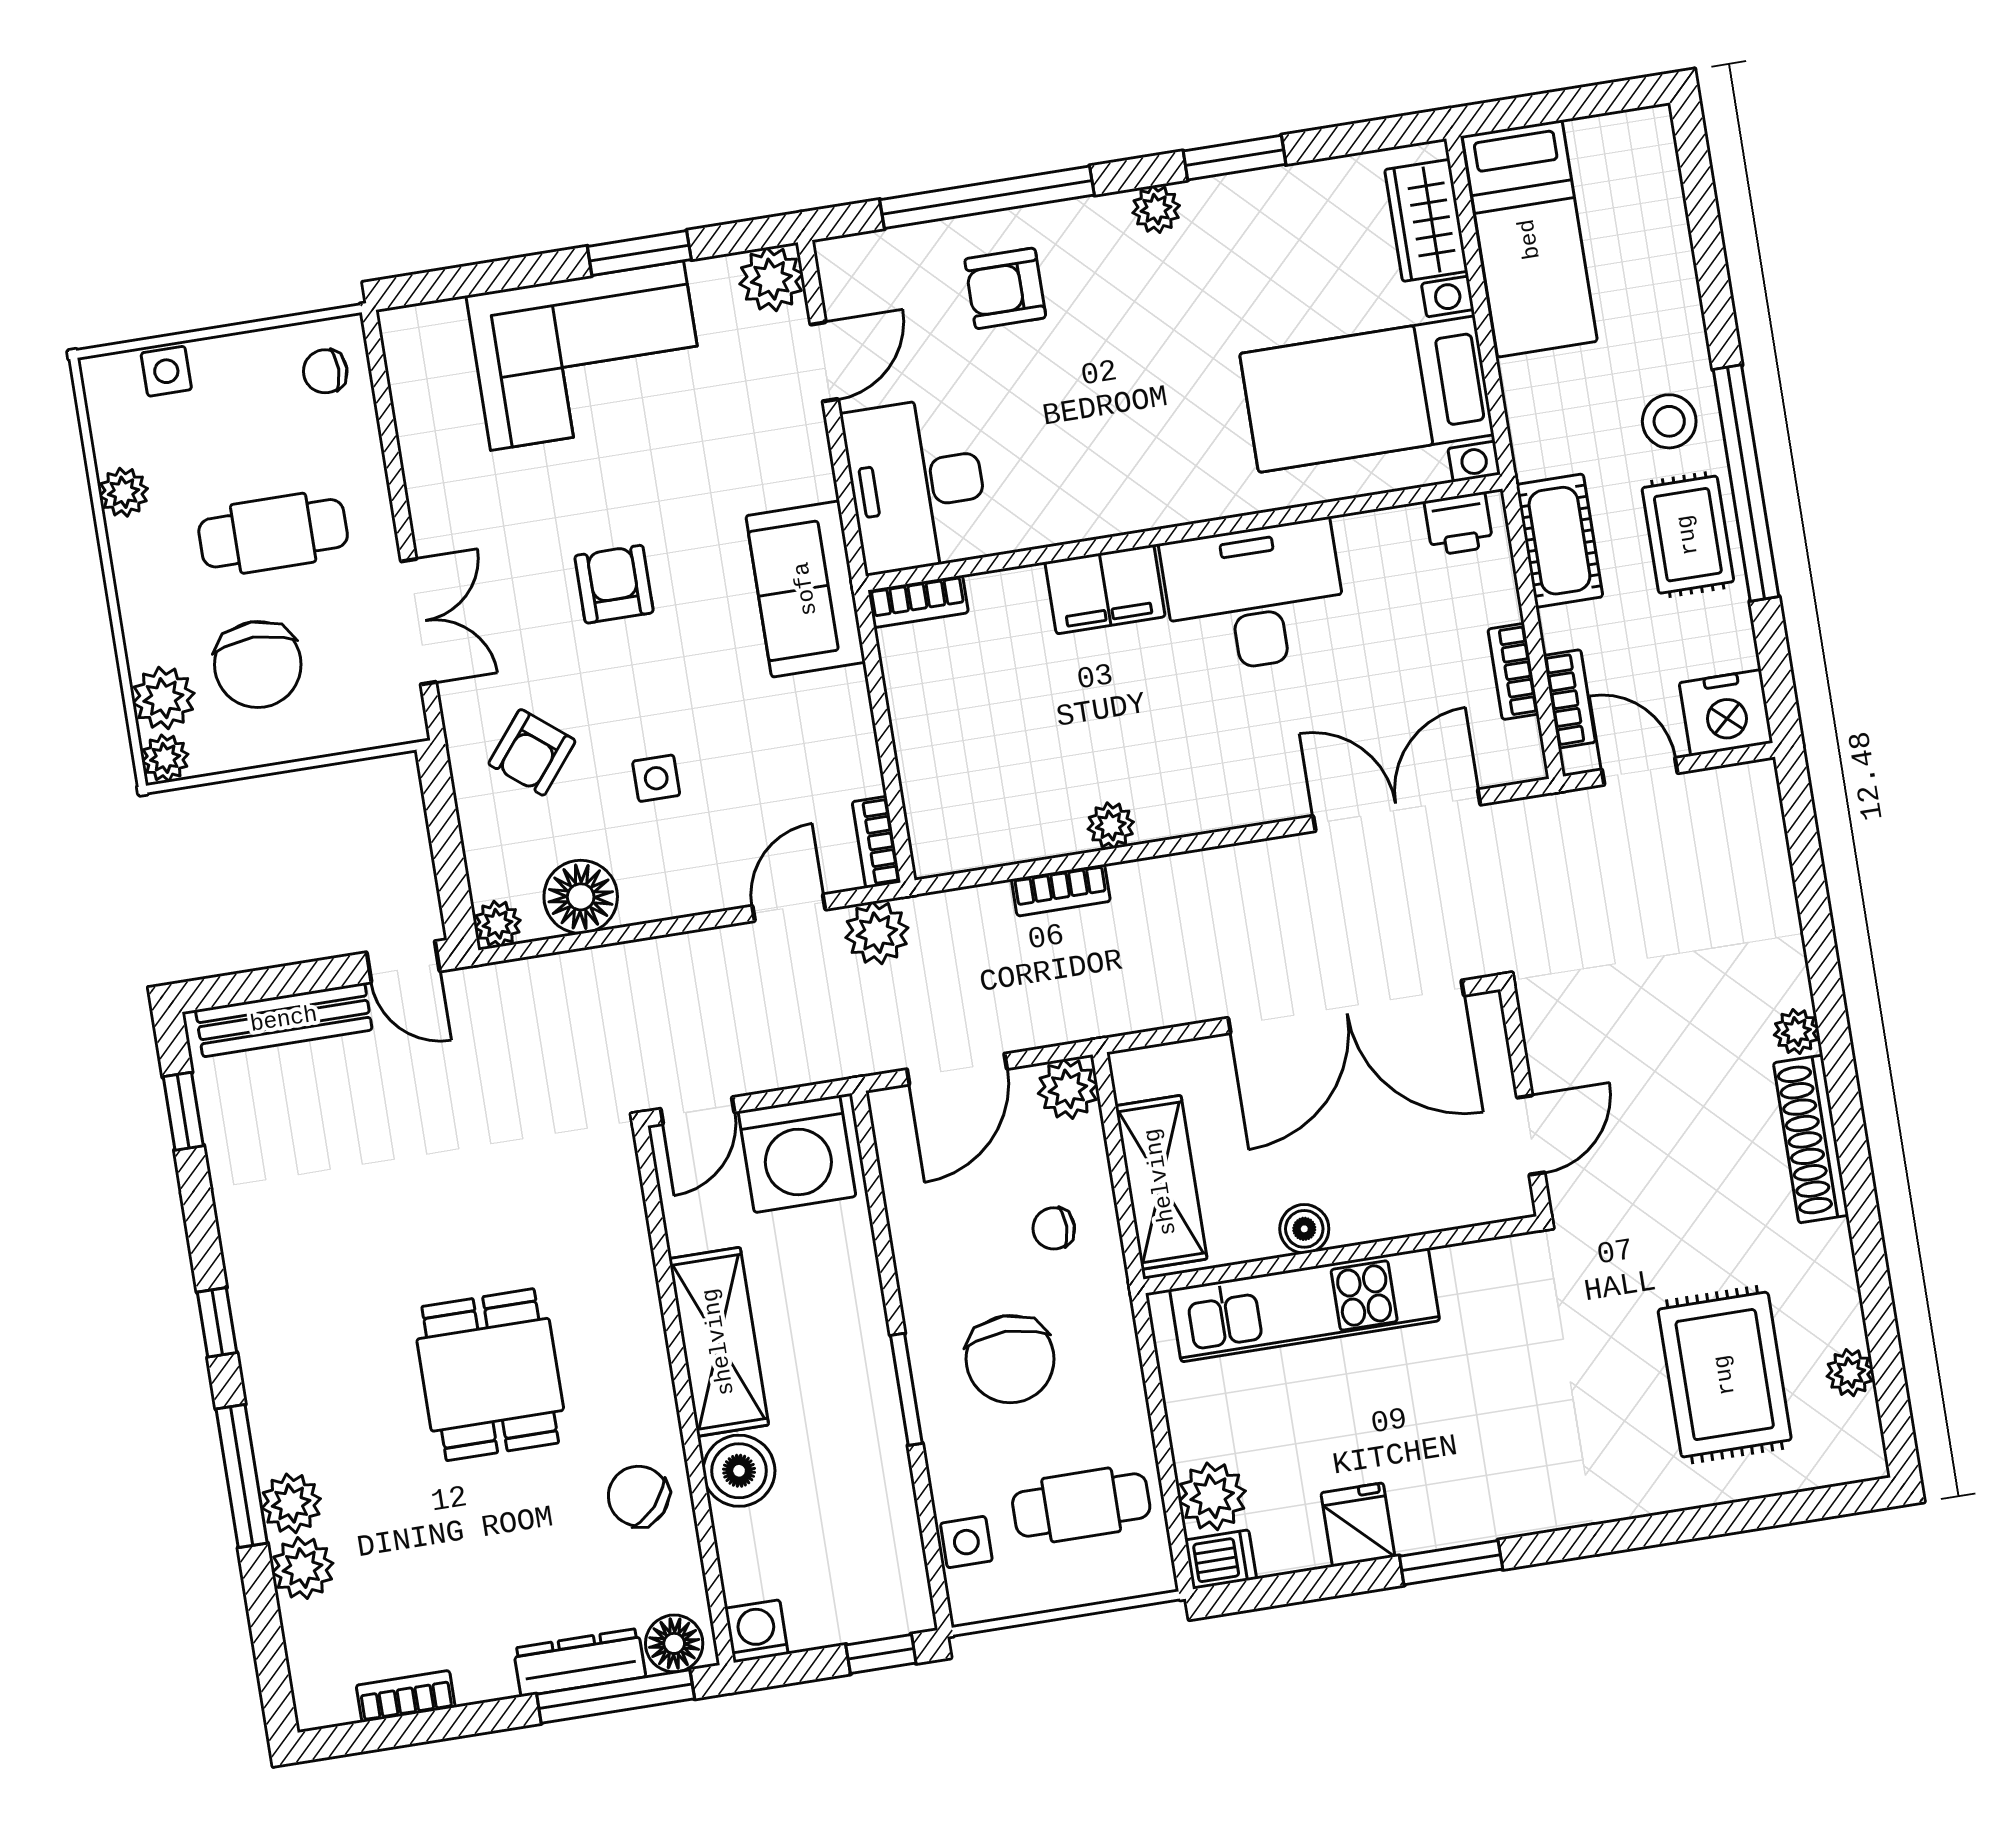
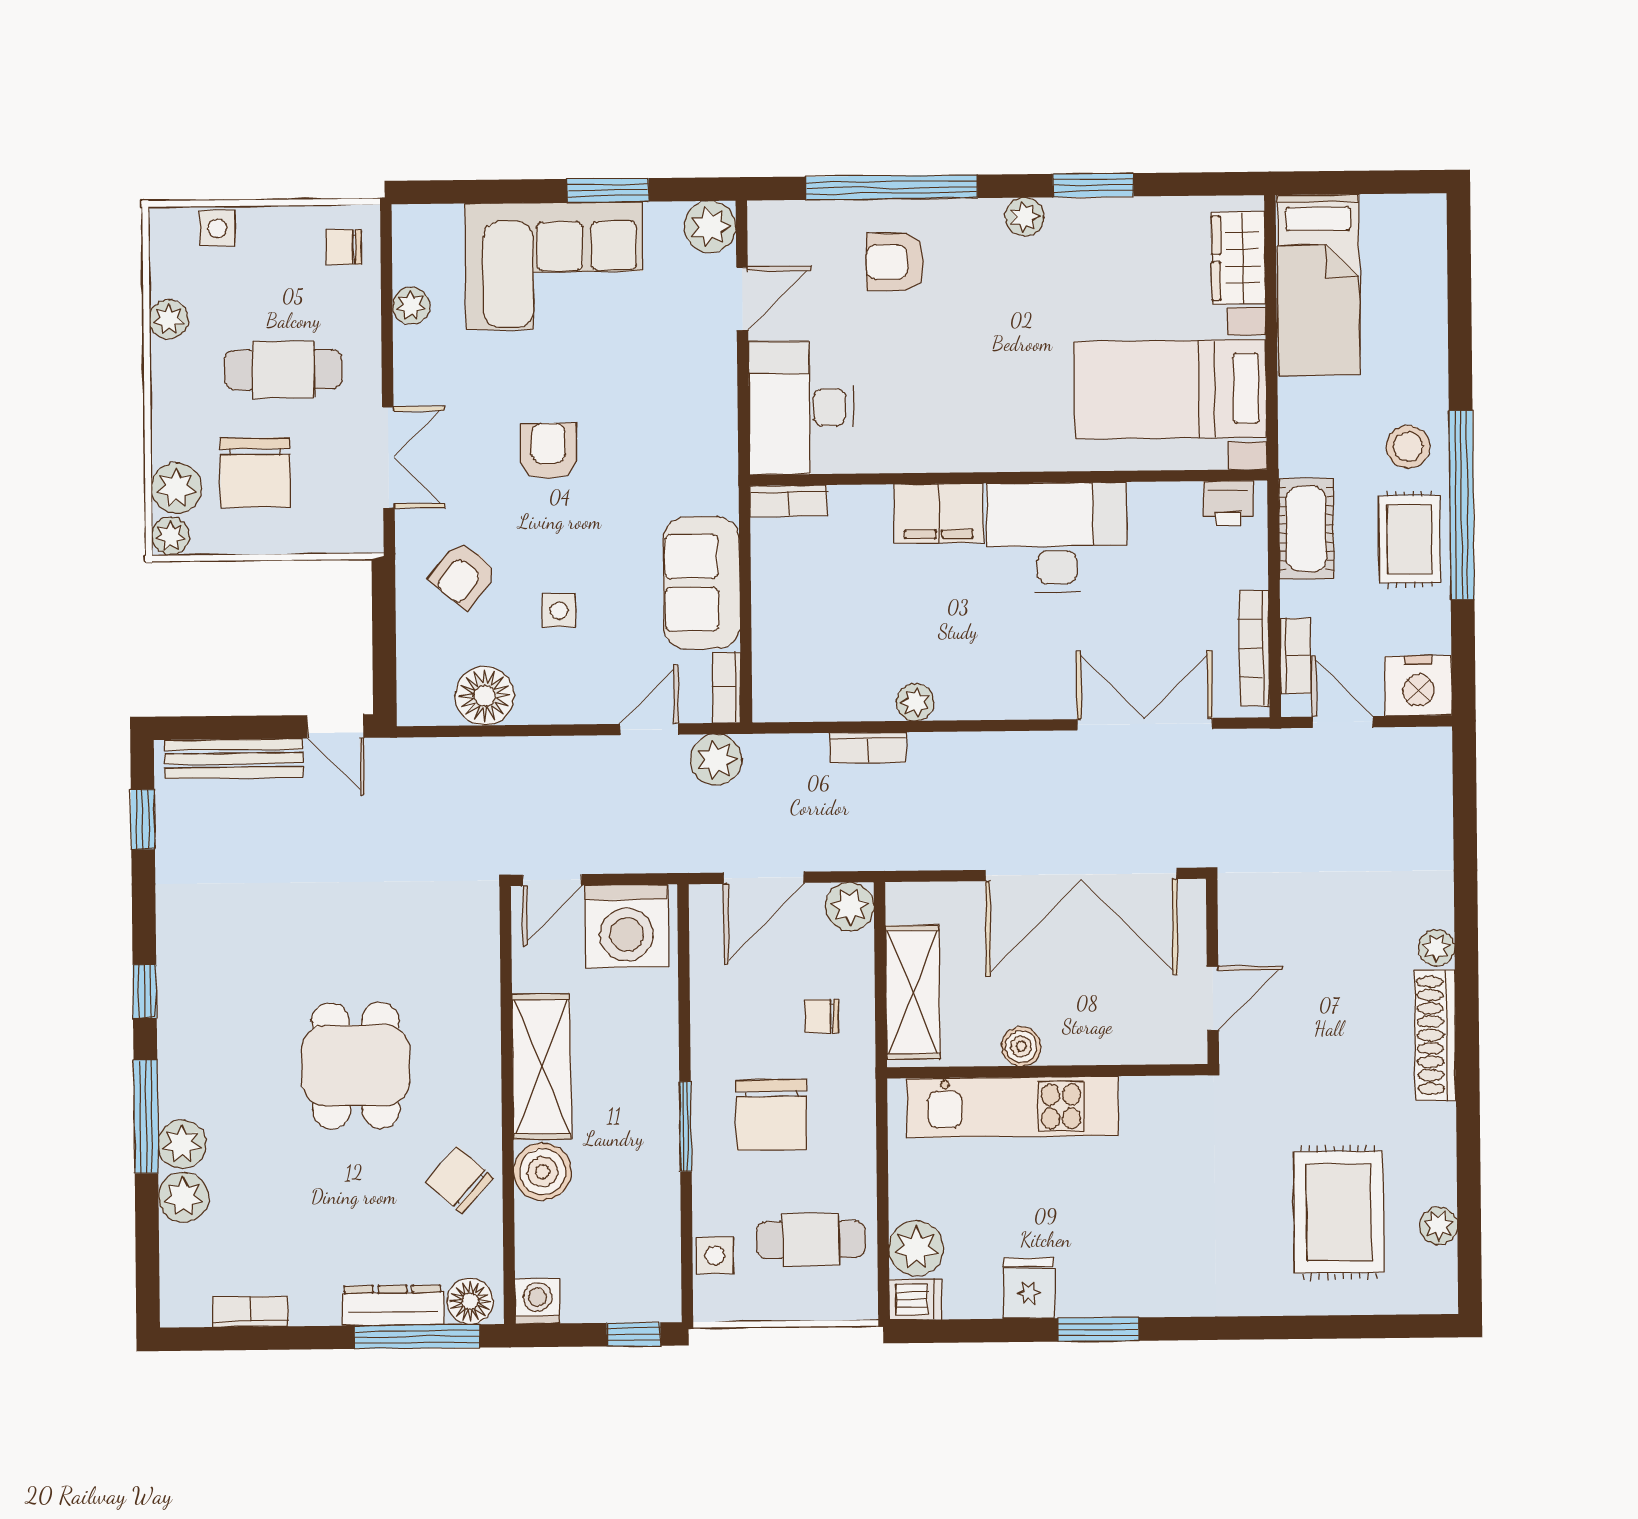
sofa: (806, 589) -> (701, 583), moved
bookcase: (1513, 671) -> (1254, 648), width x1.56
plant: (497, 924) -> (411, 306), moved

